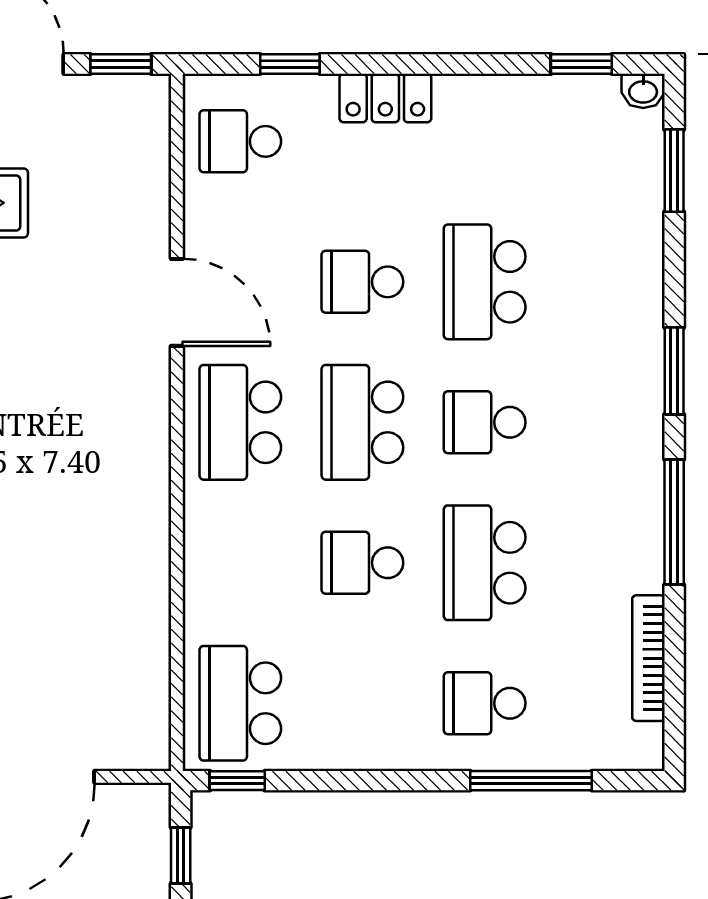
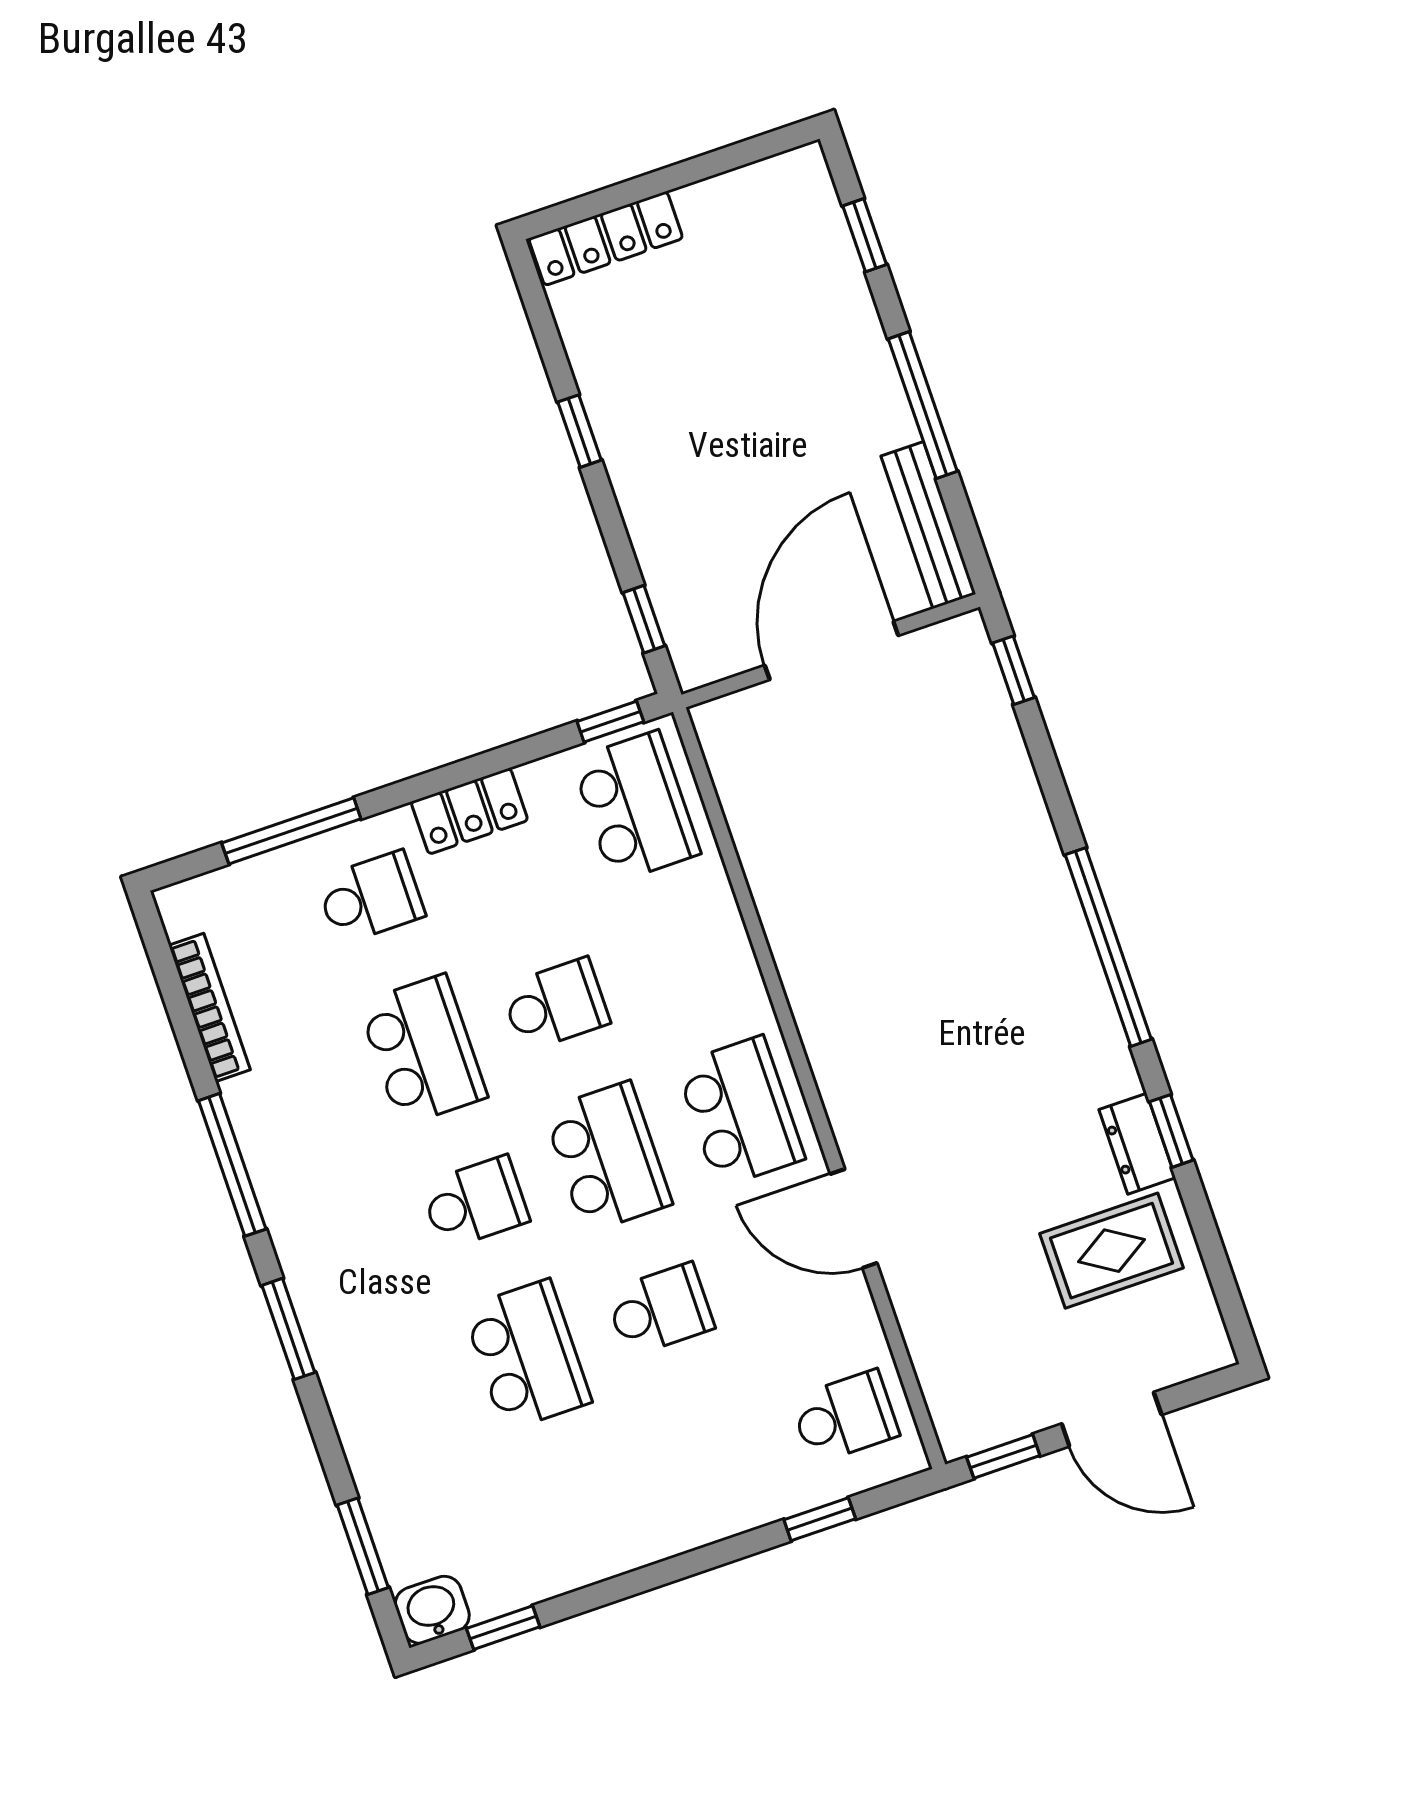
washbasin: (643, 91) -> (432, 1610), width x1.38, depth x1.45
locker: (385, 98) -> (469, 811), moved, turned 180

